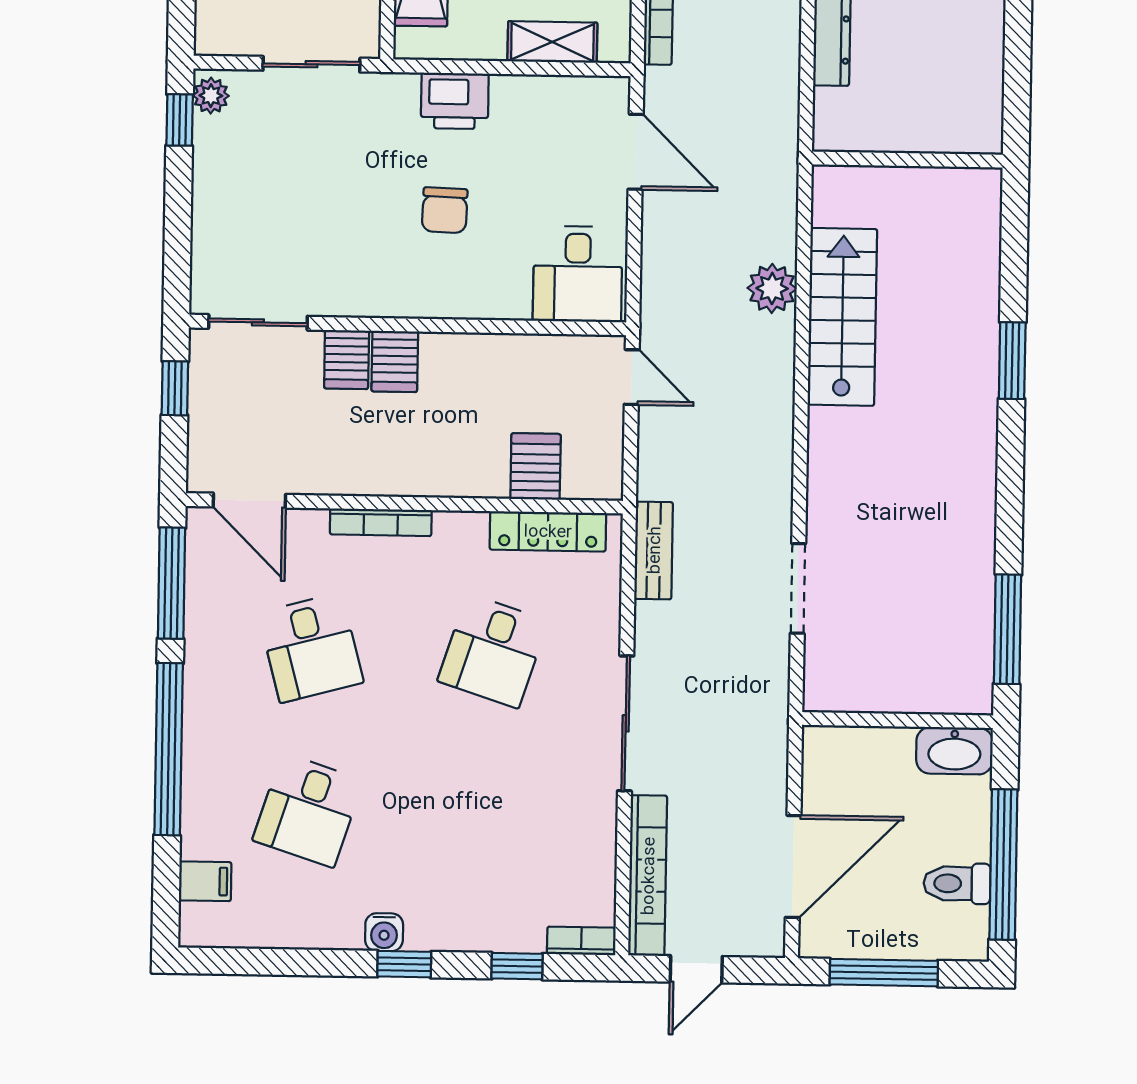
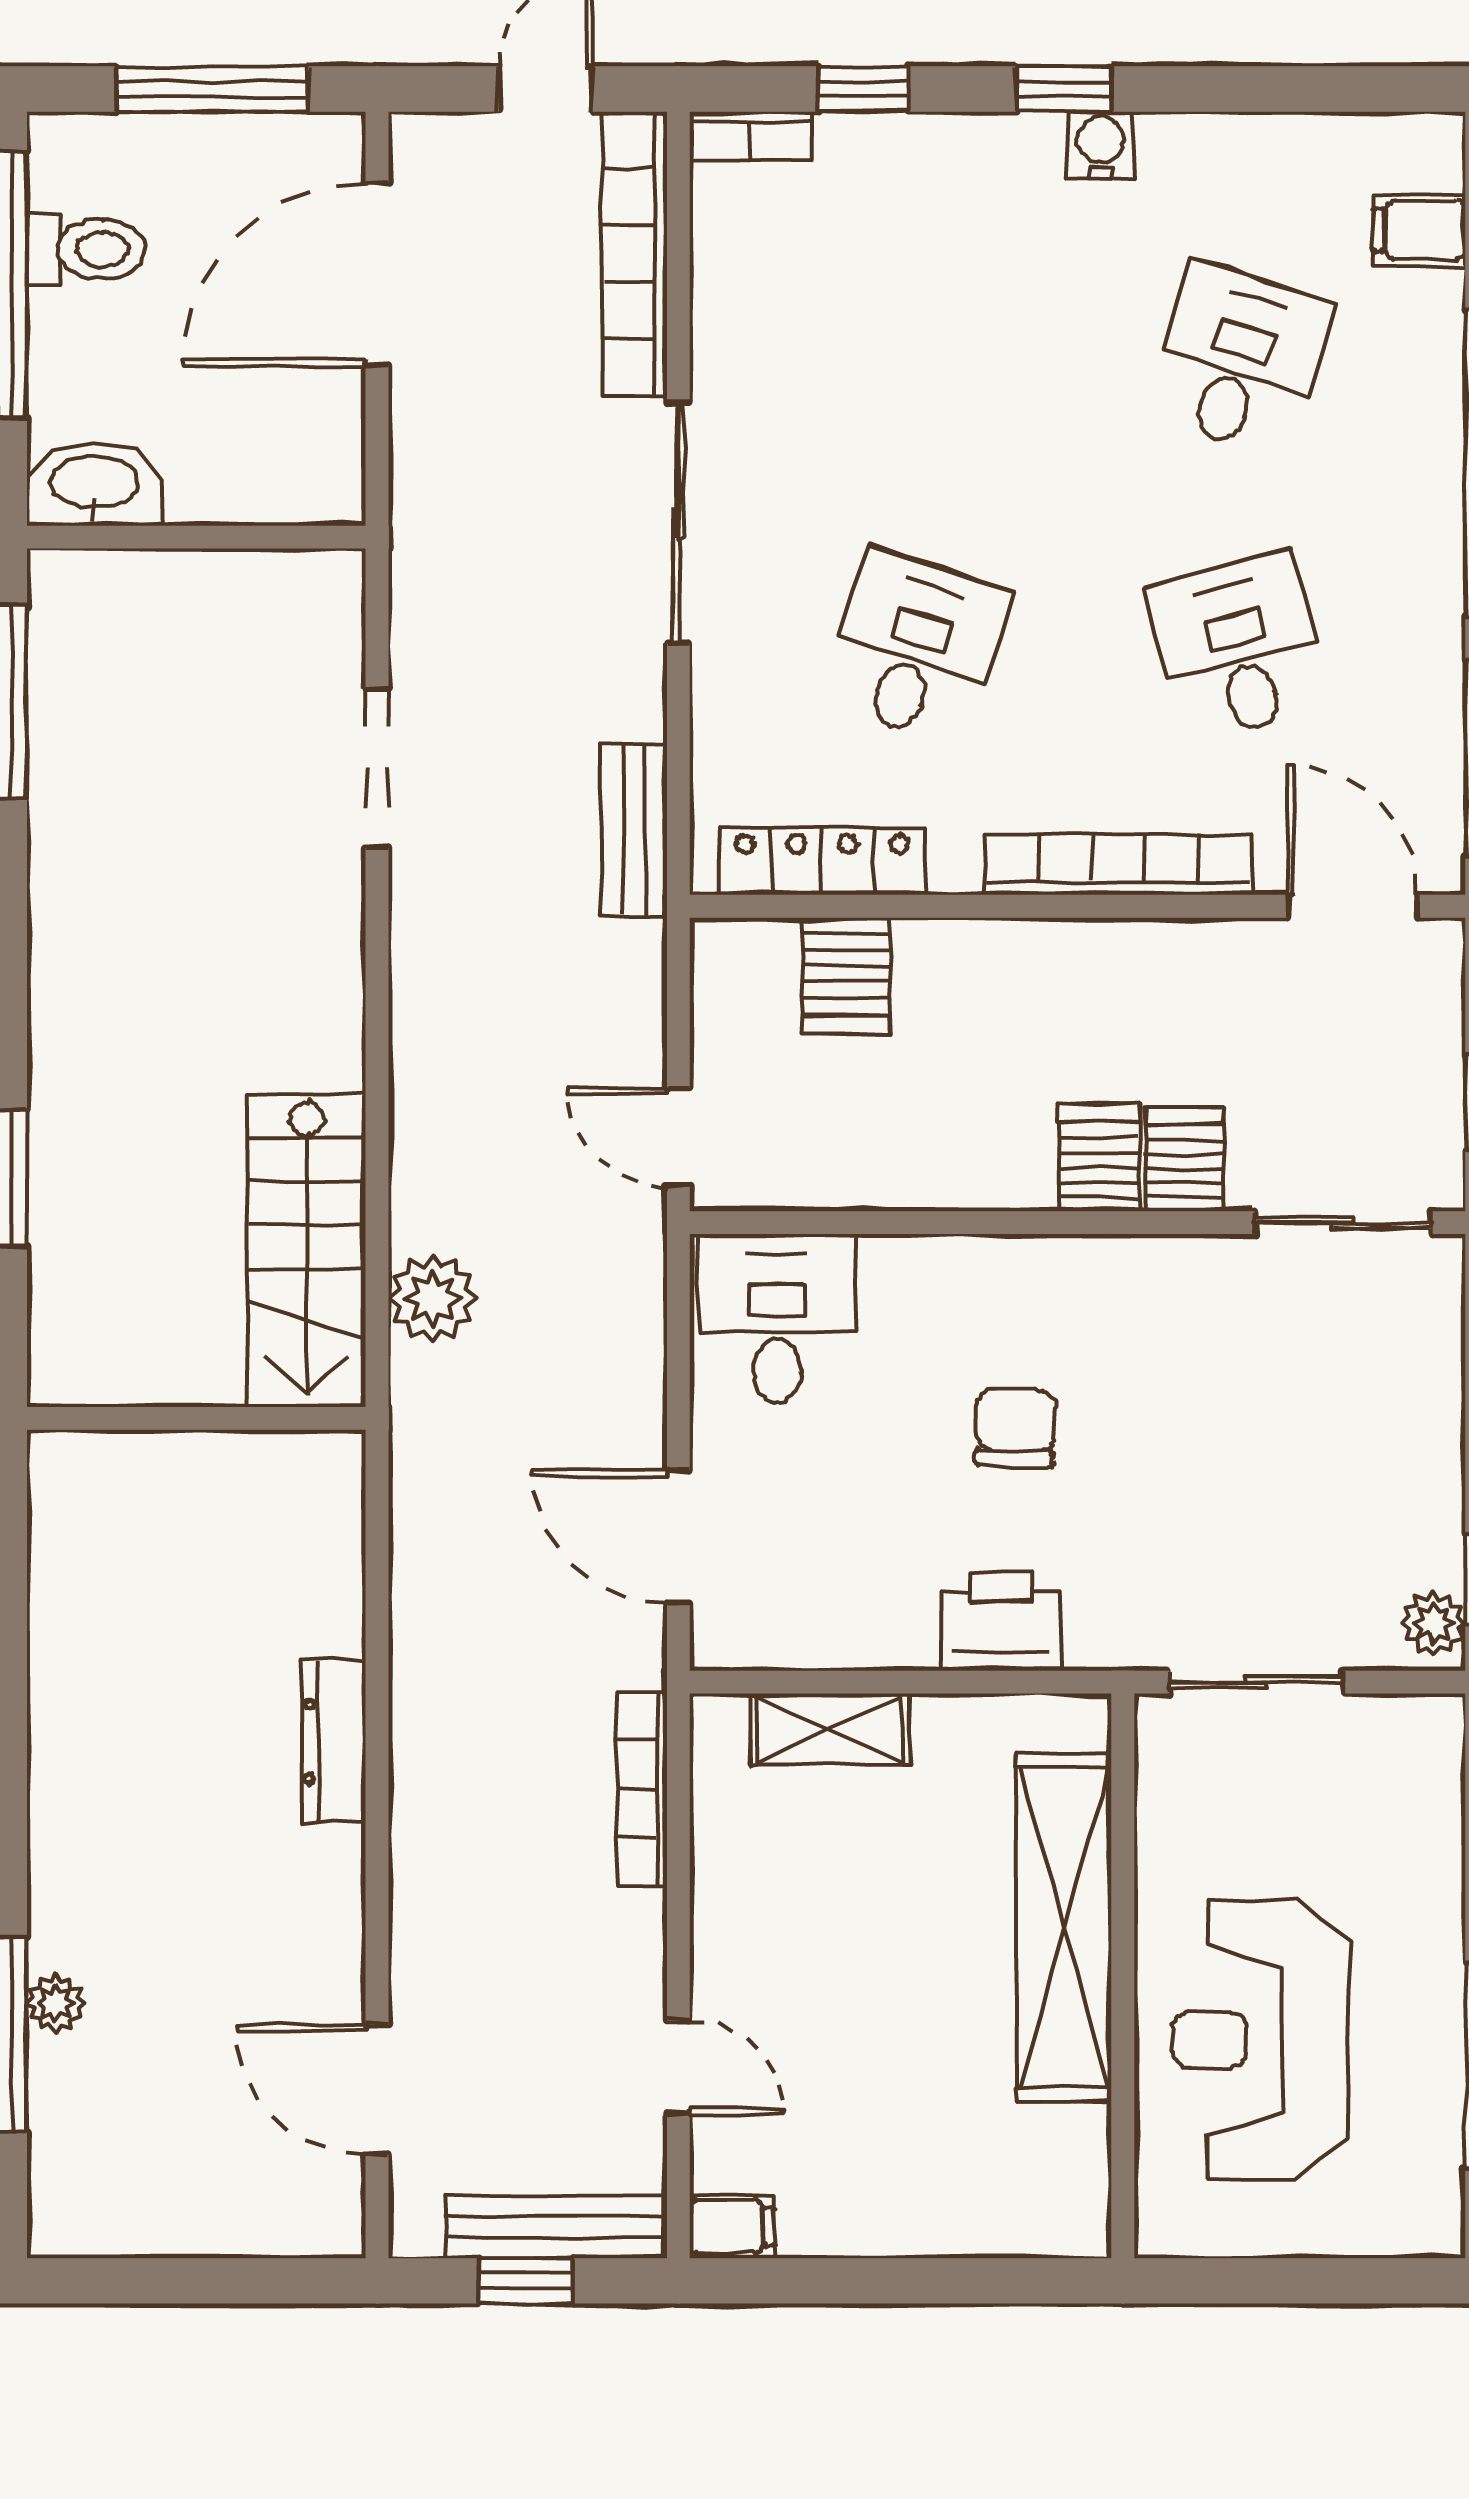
wall: (907, 160) -> (196, 1418), moved
bookcase: (381, 522) -> (1119, 865), width x1.48, depth x1.31

